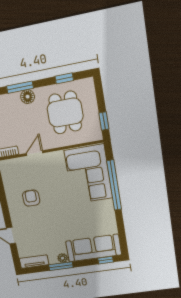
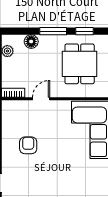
window: (20, 87) -> (53, 31), moved
floor lamp: (28, 97) -> (31, 41), moved

